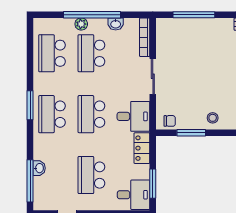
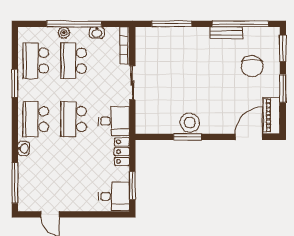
window: (30, 105) -> (15, 83), moved
stool: (213, 118) -> (190, 123), width x1.89, depth x1.89
chair: (170, 121) -> (149, 126), removed
window: (191, 133) -> (187, 137), moved
washbasin: (39, 168) -> (24, 148), moved
school desk: (91, 175) -> (74, 177), removed

